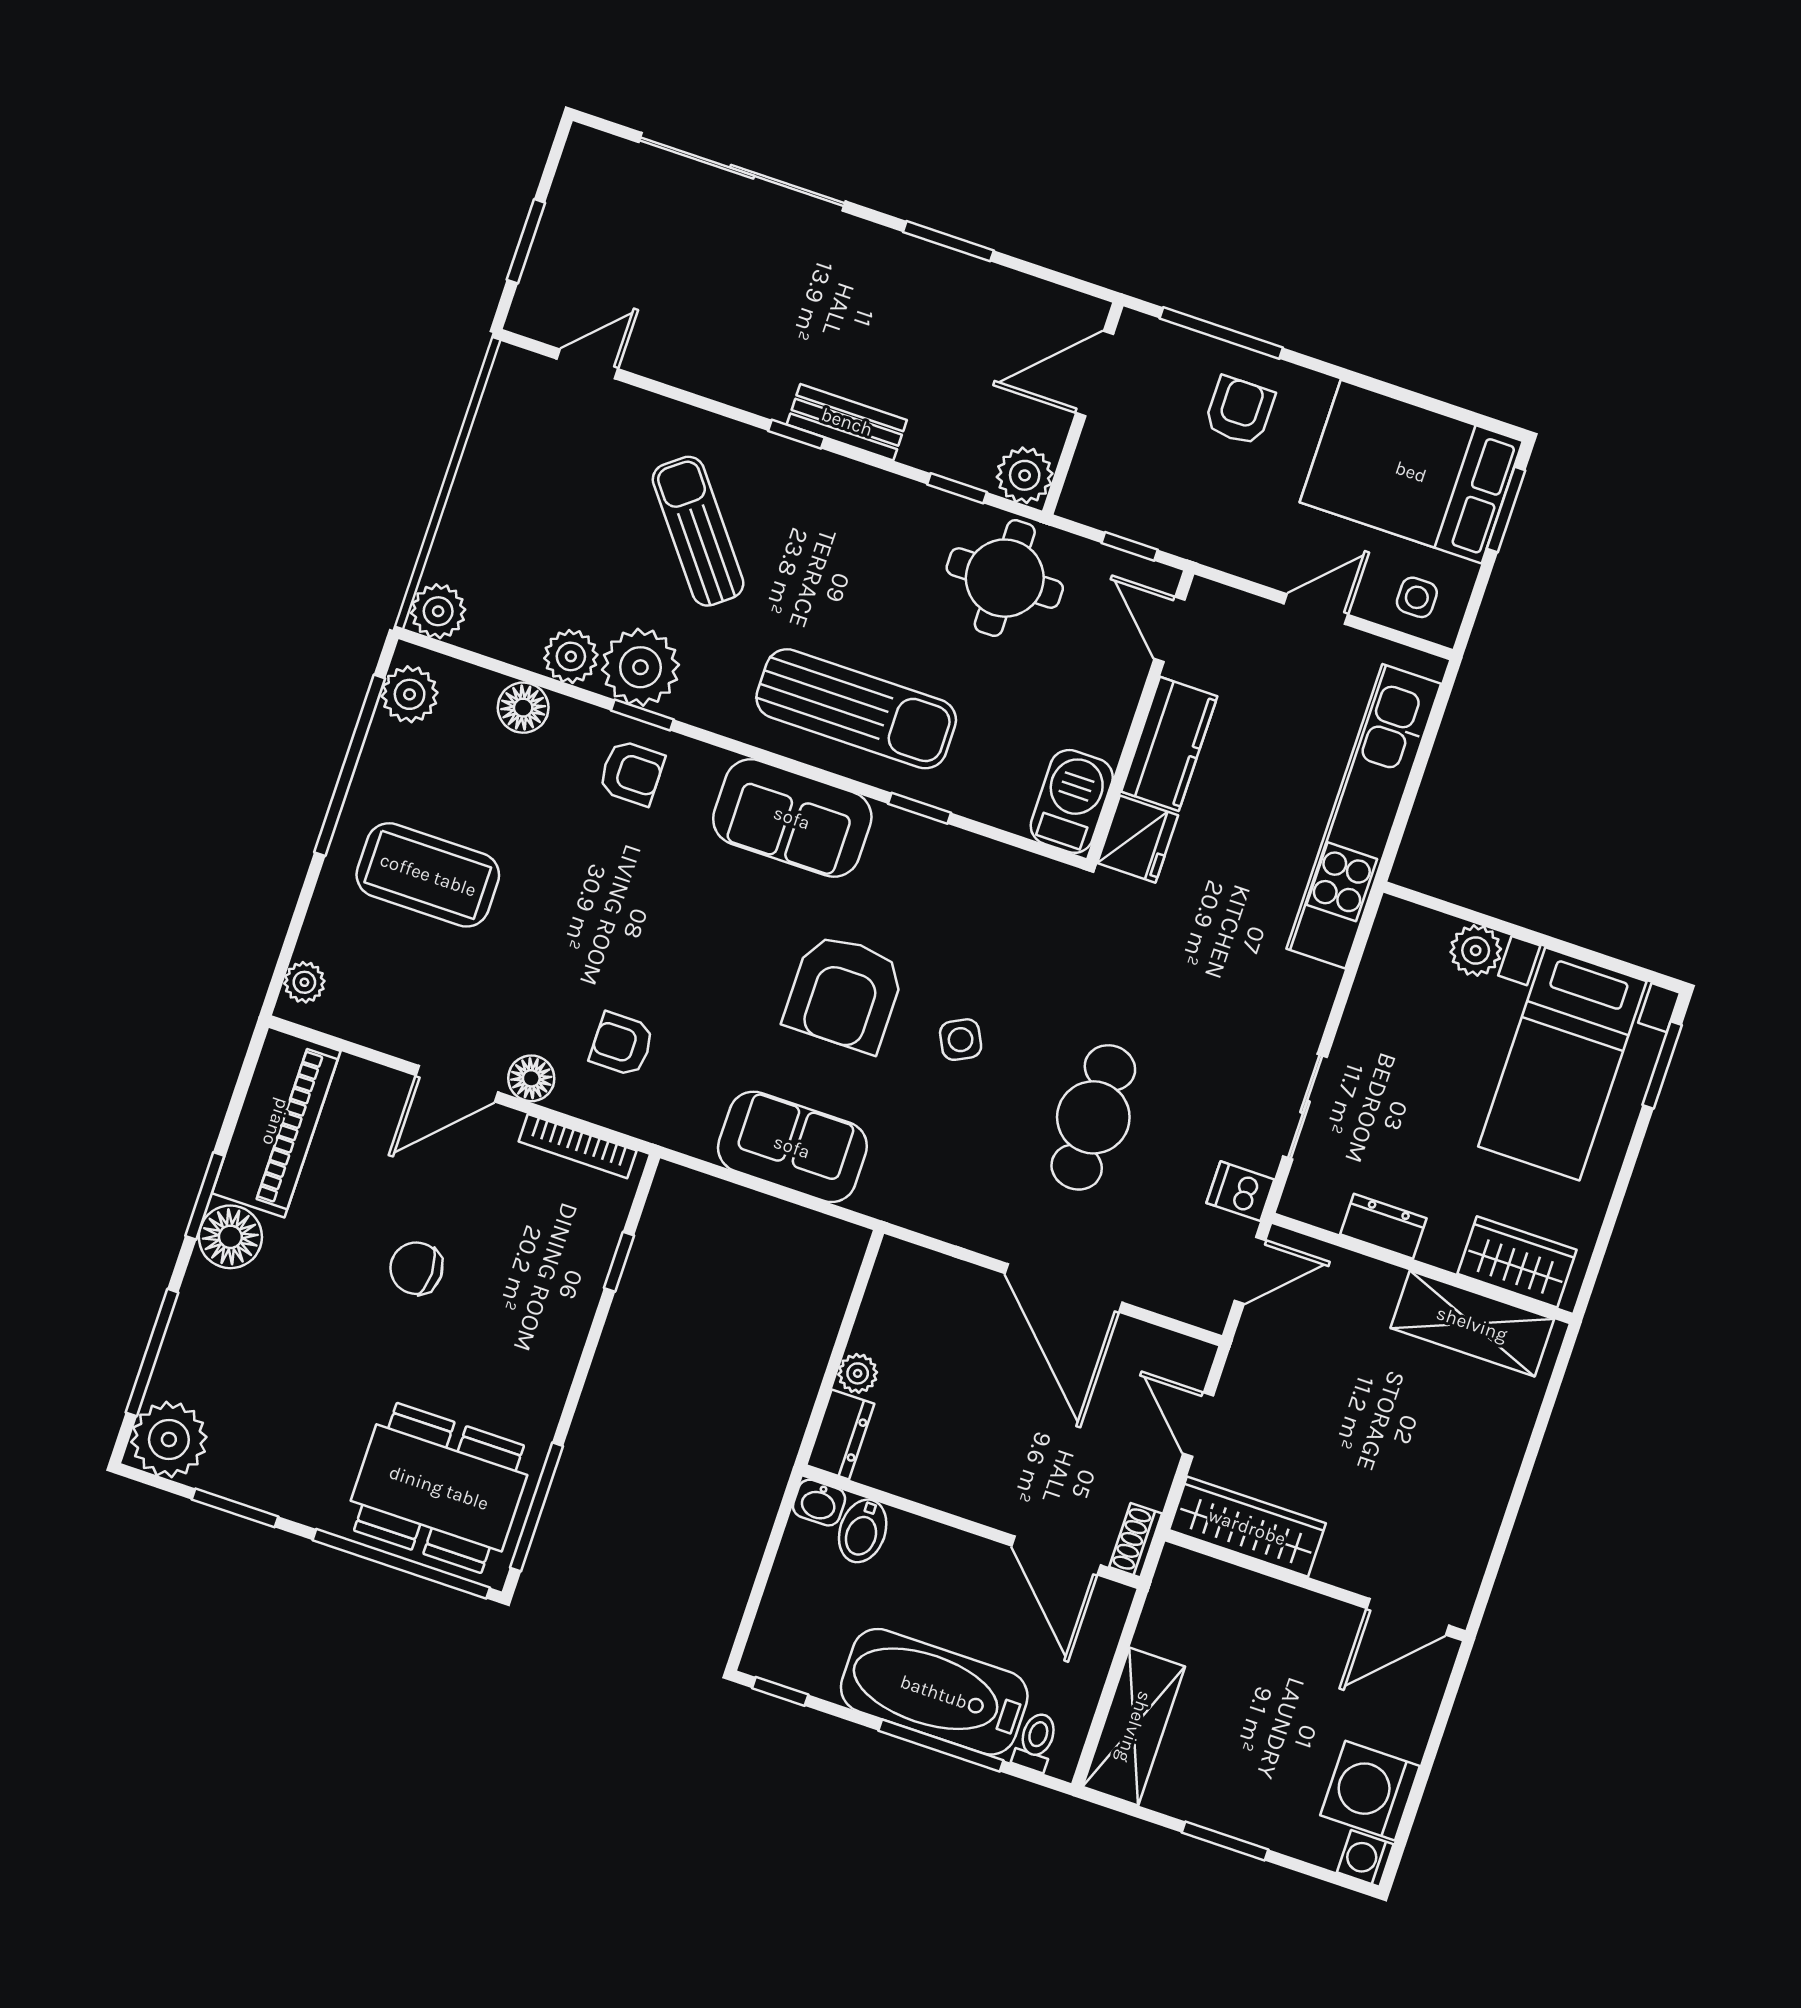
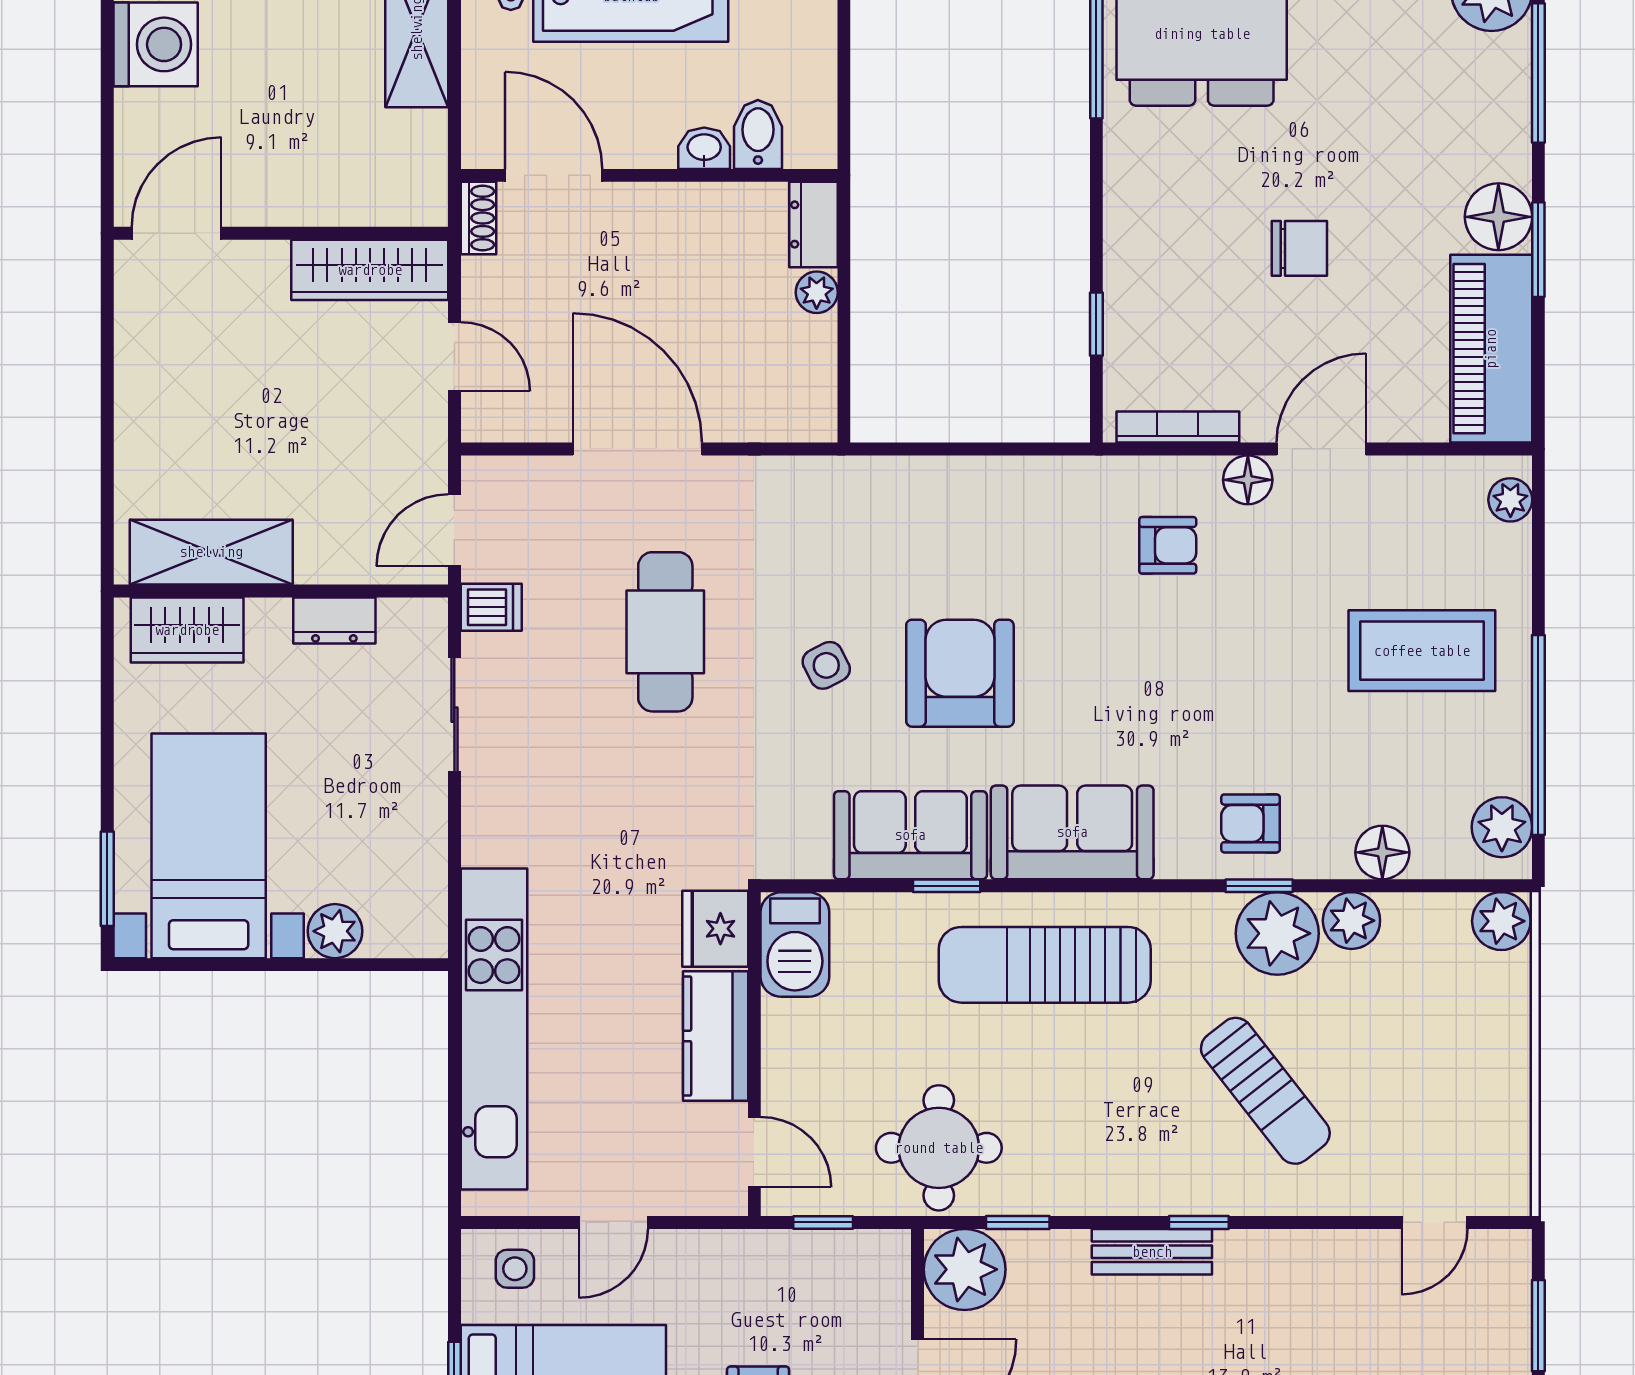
plant: (1025, 475) -> (965, 1269), width x1.36, depth x1.36
sofa: (792, 1147) -> (910, 835), moved, turned 180
washbasin: (819, 1503) -> (704, 148), moved

